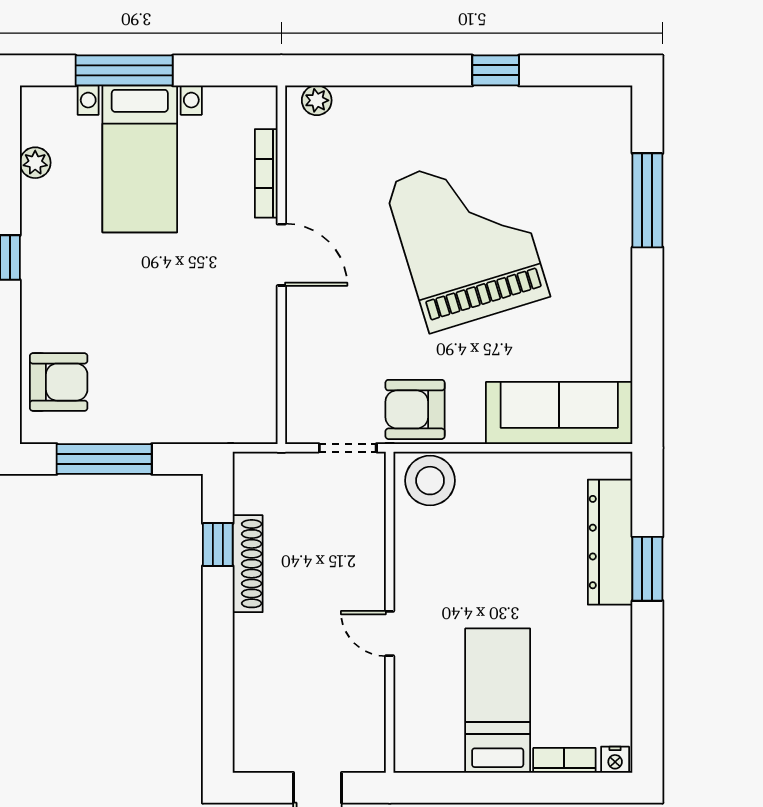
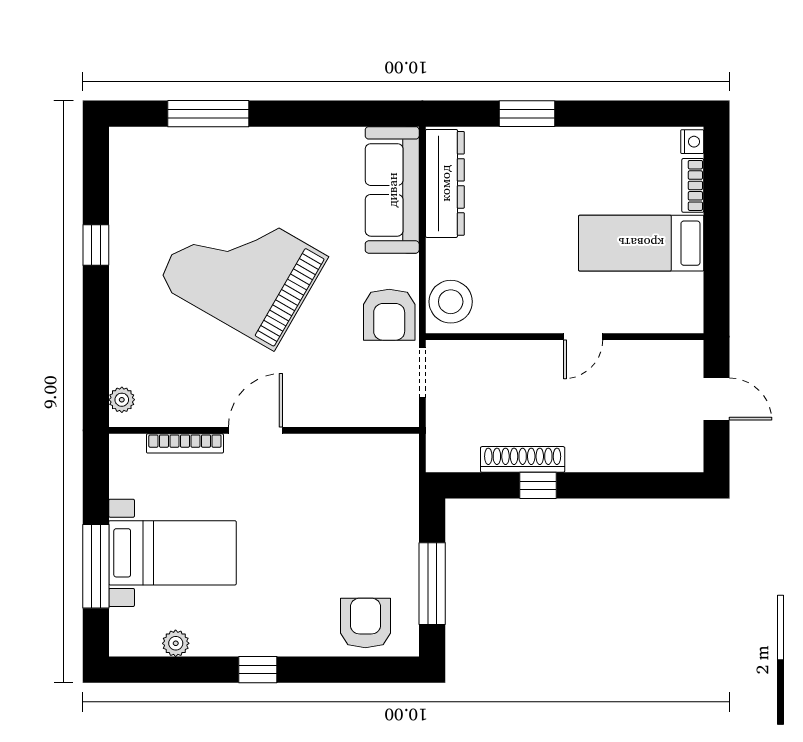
grand piano: (467, 239) -> (242, 270), turned 47
dresser: (610, 542) -> (445, 183), moved, turned -90
window: (218, 545) -> (538, 485), moved

